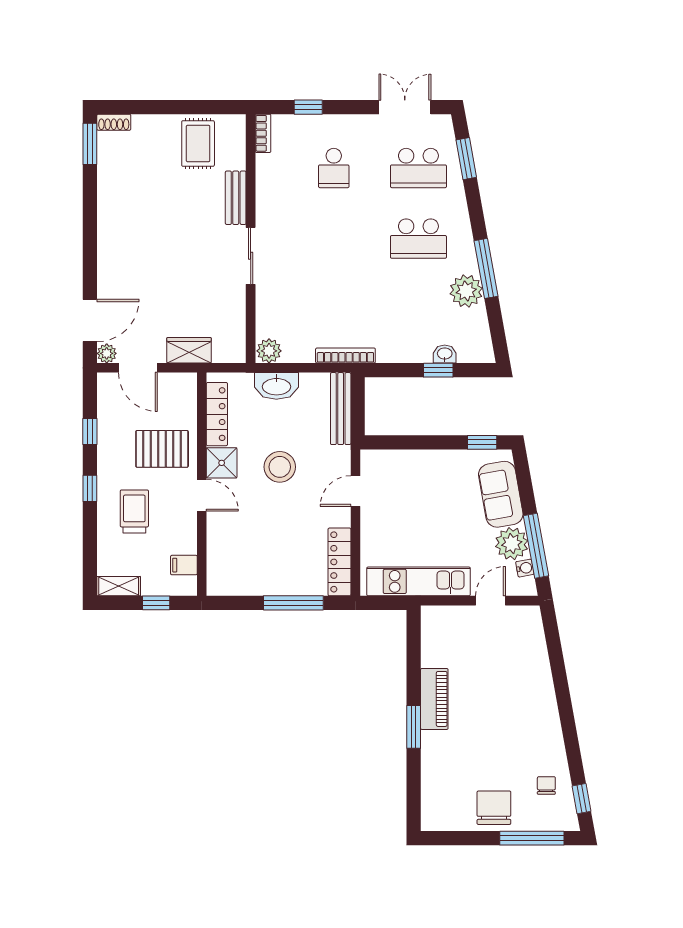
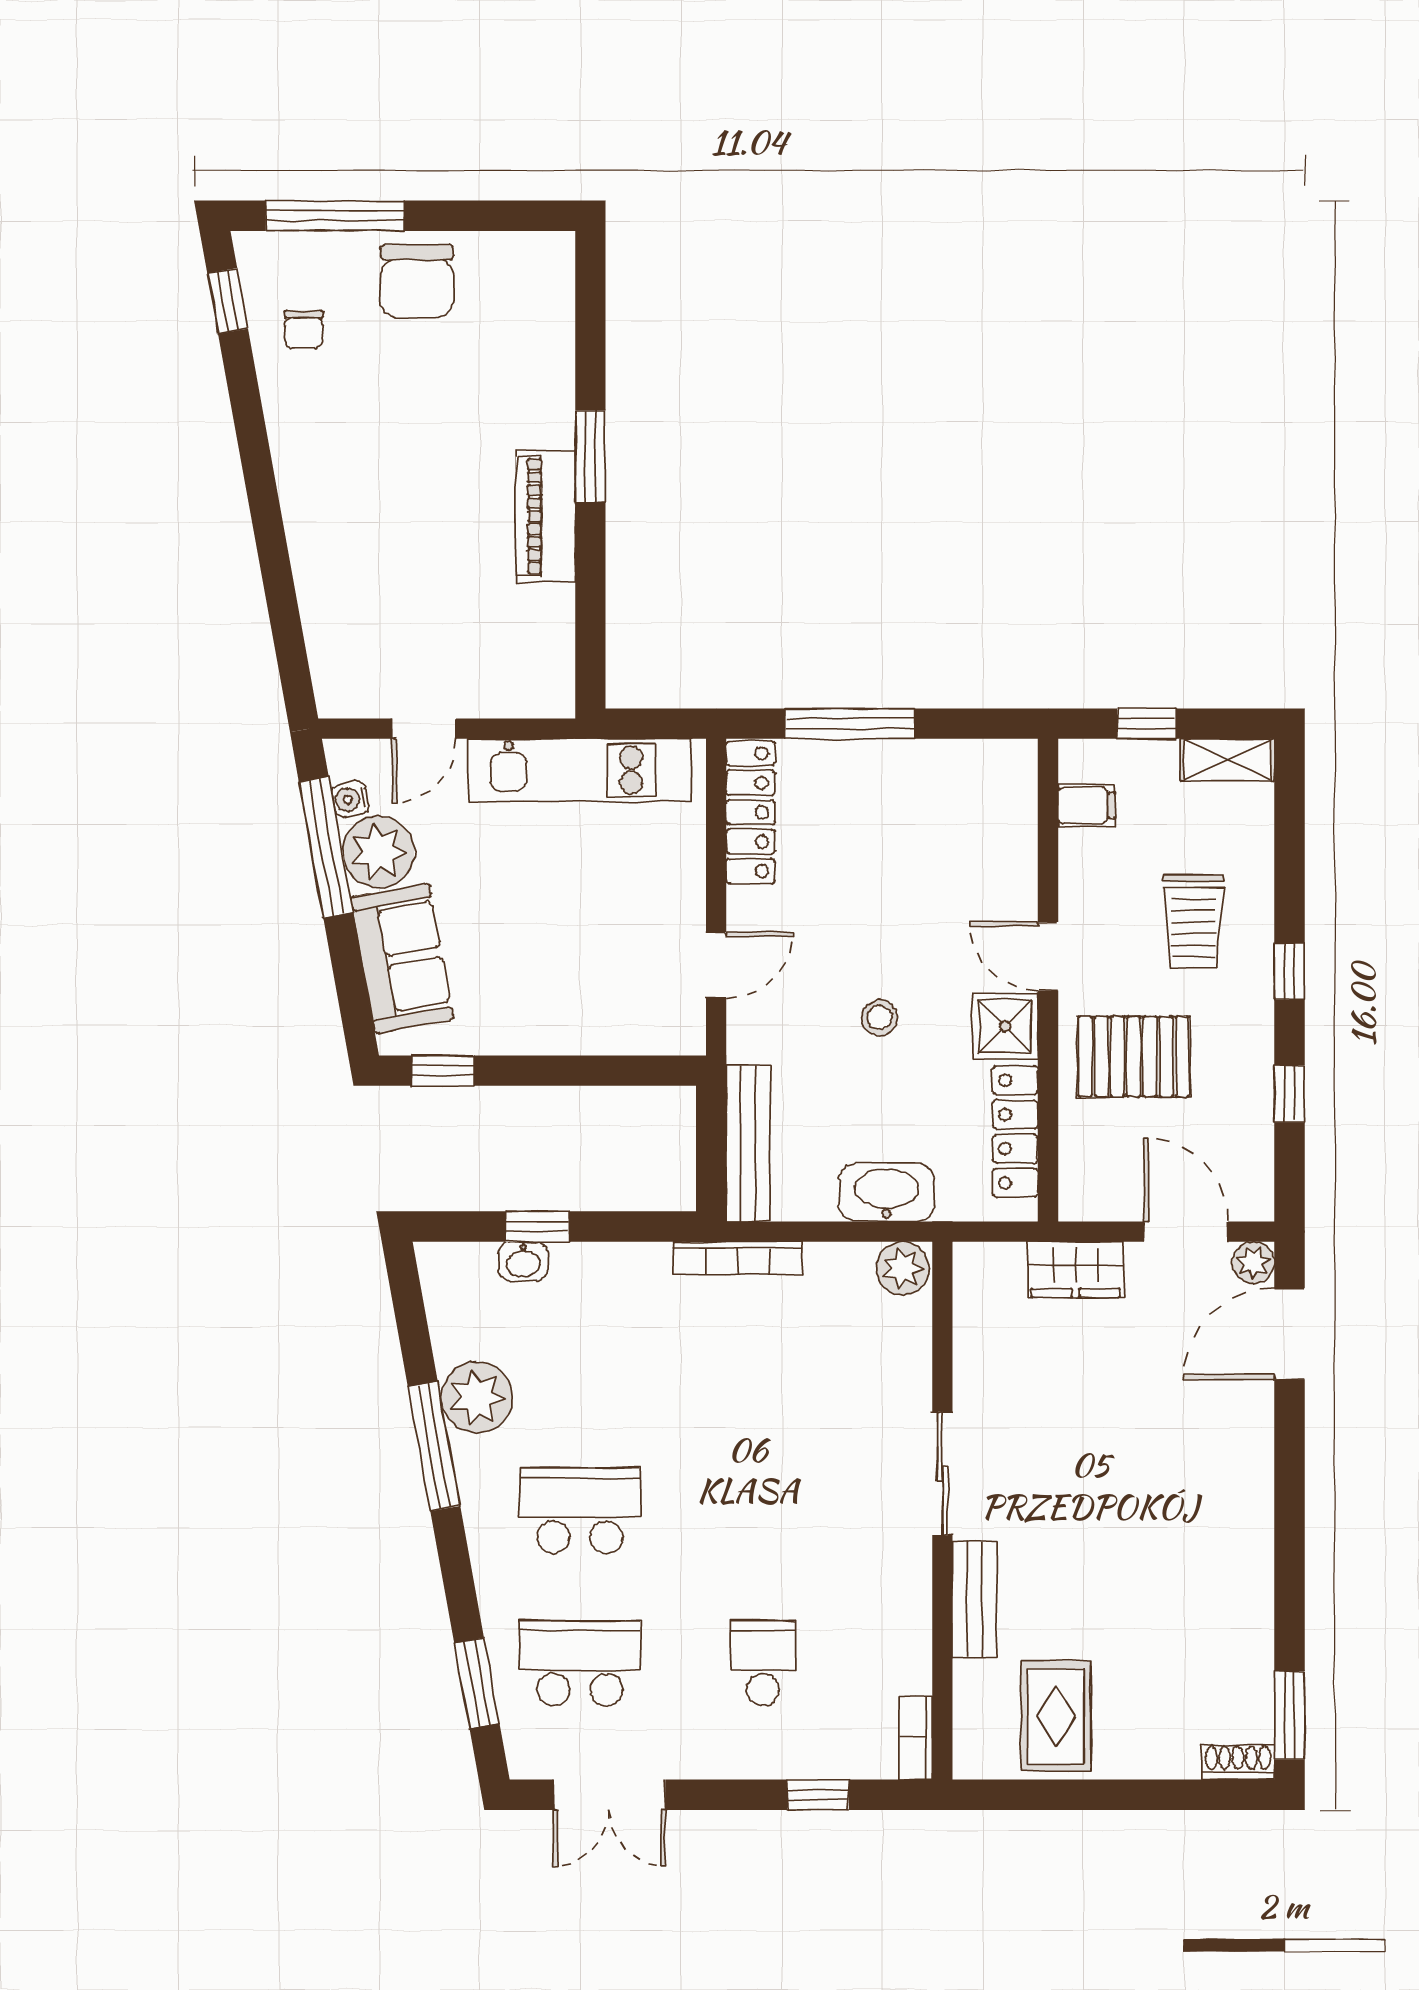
stool: (280, 467) -> (880, 1018), width x0.53, depth x0.53

